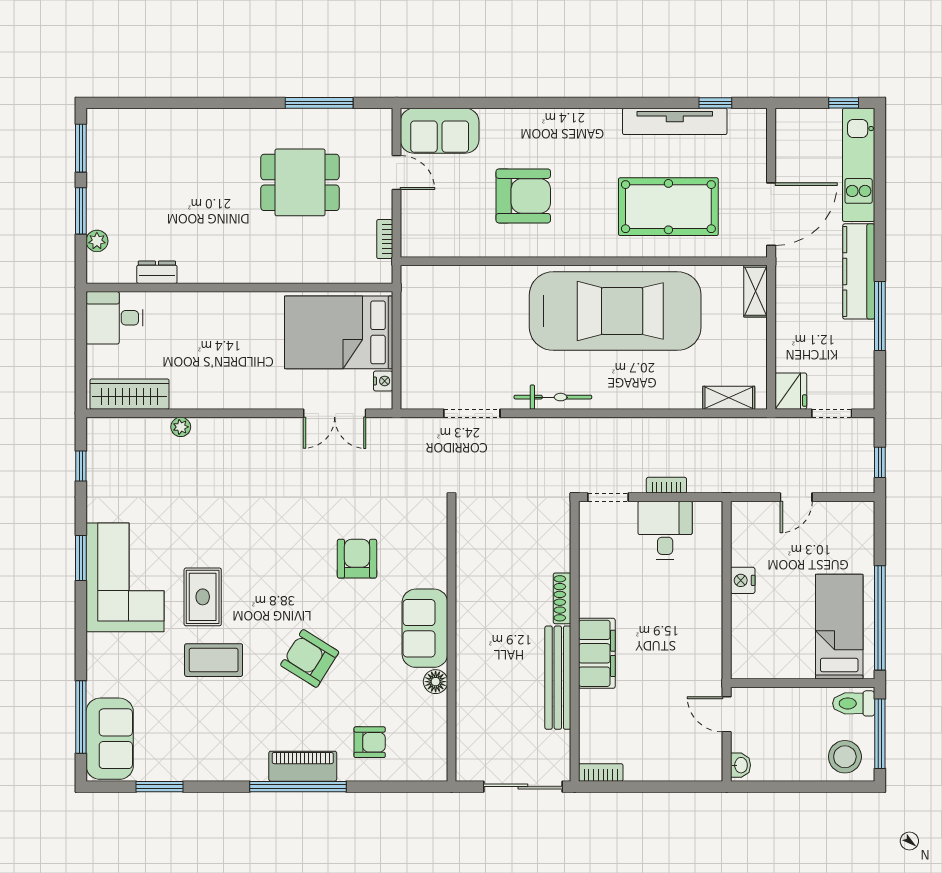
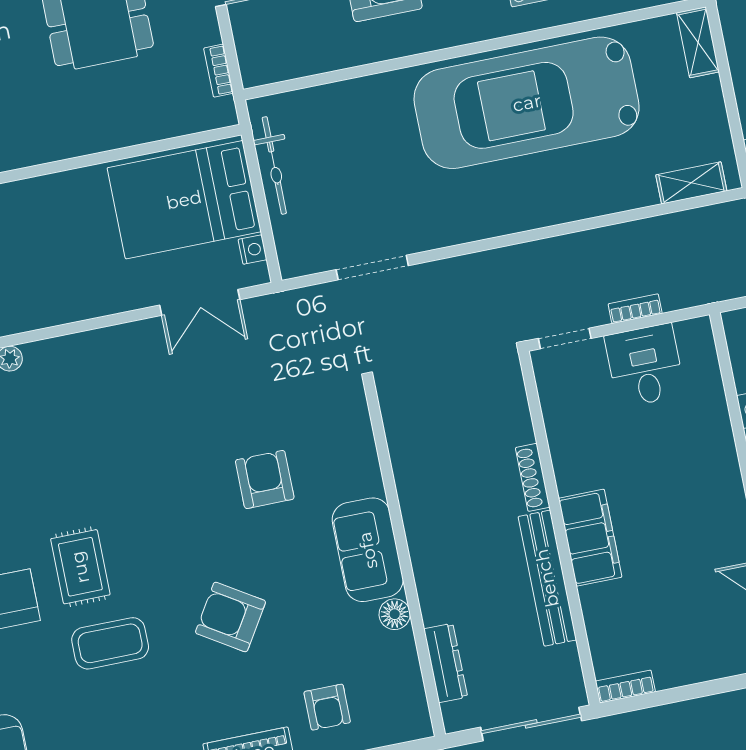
car: (615, 311) -> (527, 103), turned 180
bicycle: (553, 397) -> (274, 165), moved, turned 90
dresser: (467, 727) -> (446, 663), added
armchair: (370, 742) -> (327, 707), turned 90

